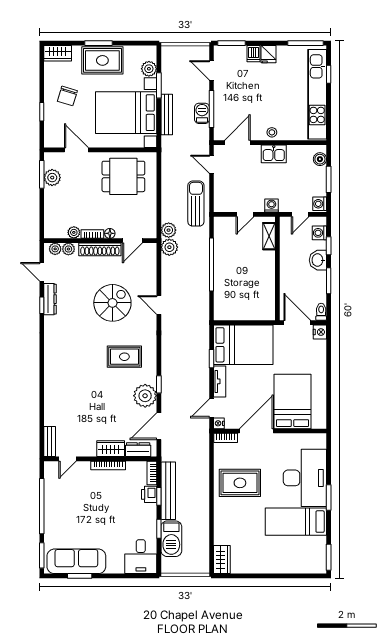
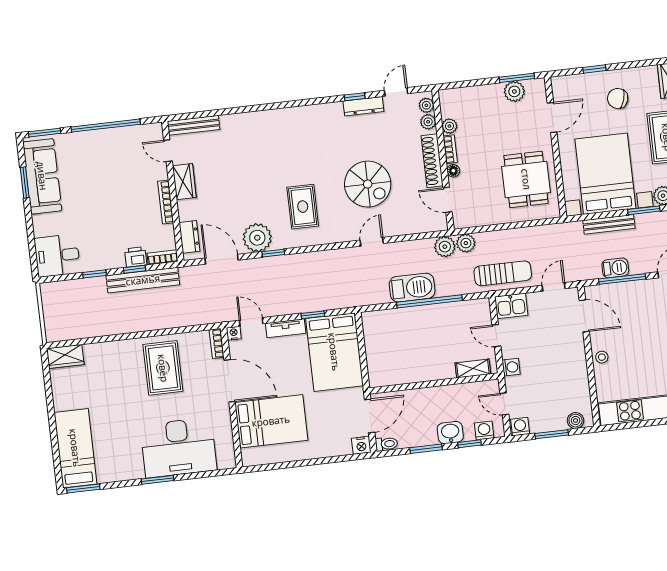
kitchen sink: (274, 154) -> (511, 306), moved, turned -90
bench: (50, 442) -> (194, 125), width x1.36
wardrobe: (111, 449) -> (184, 182), moved
bed: (296, 522) -> (75, 448), moved
barbecue: (171, 539) -> (412, 288), moved, turned 180

